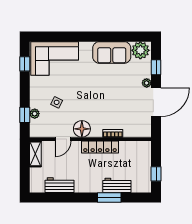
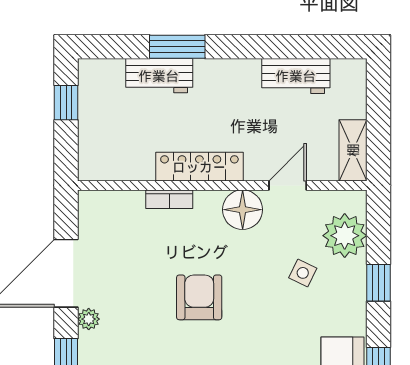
armchair: (100, 92) -> (199, 297), added
plant: (35, 114) -> (345, 236), width x1.87, depth x1.87
window: (25, 115) -> (378, 283), moved

